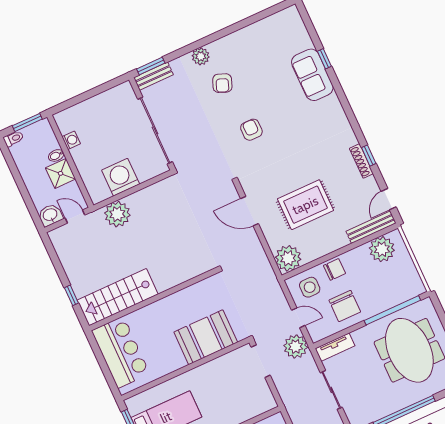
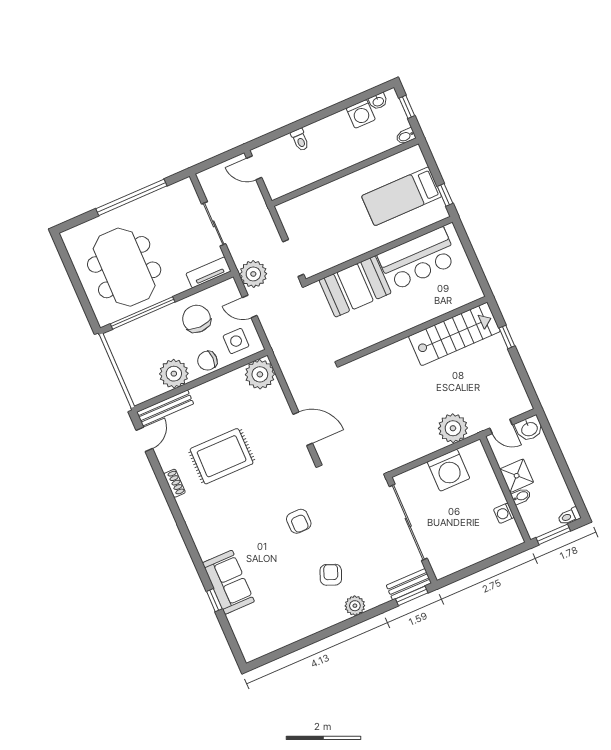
window: (369, 155) -> (166, 489), removed
shoe rack: (361, 161) -> (174, 483), width x0.70
rug: (305, 205) -> (222, 456), moved
plant: (382, 249) -> (174, 374), moved
bar counter: (121, 352) -> (418, 259), moved, turned -90

